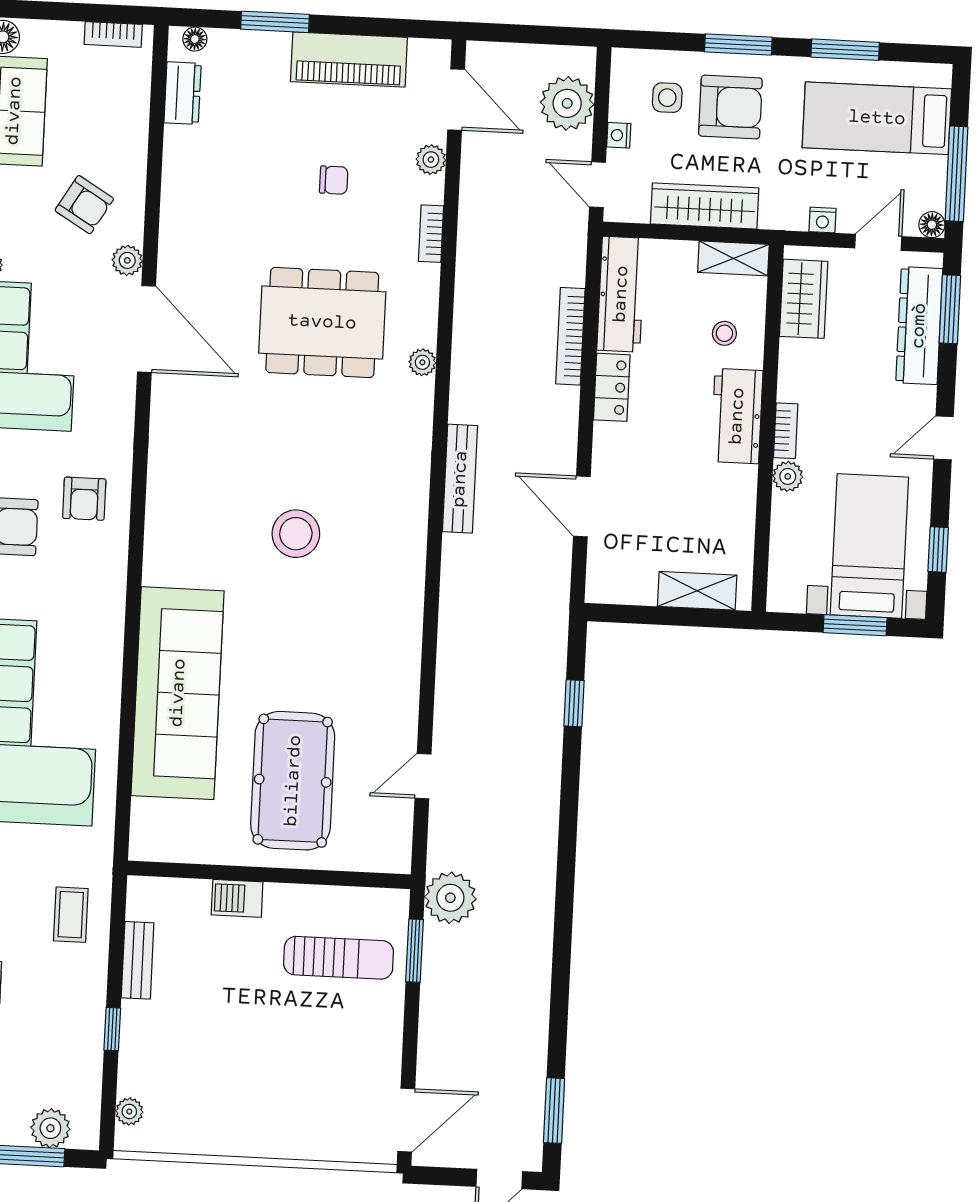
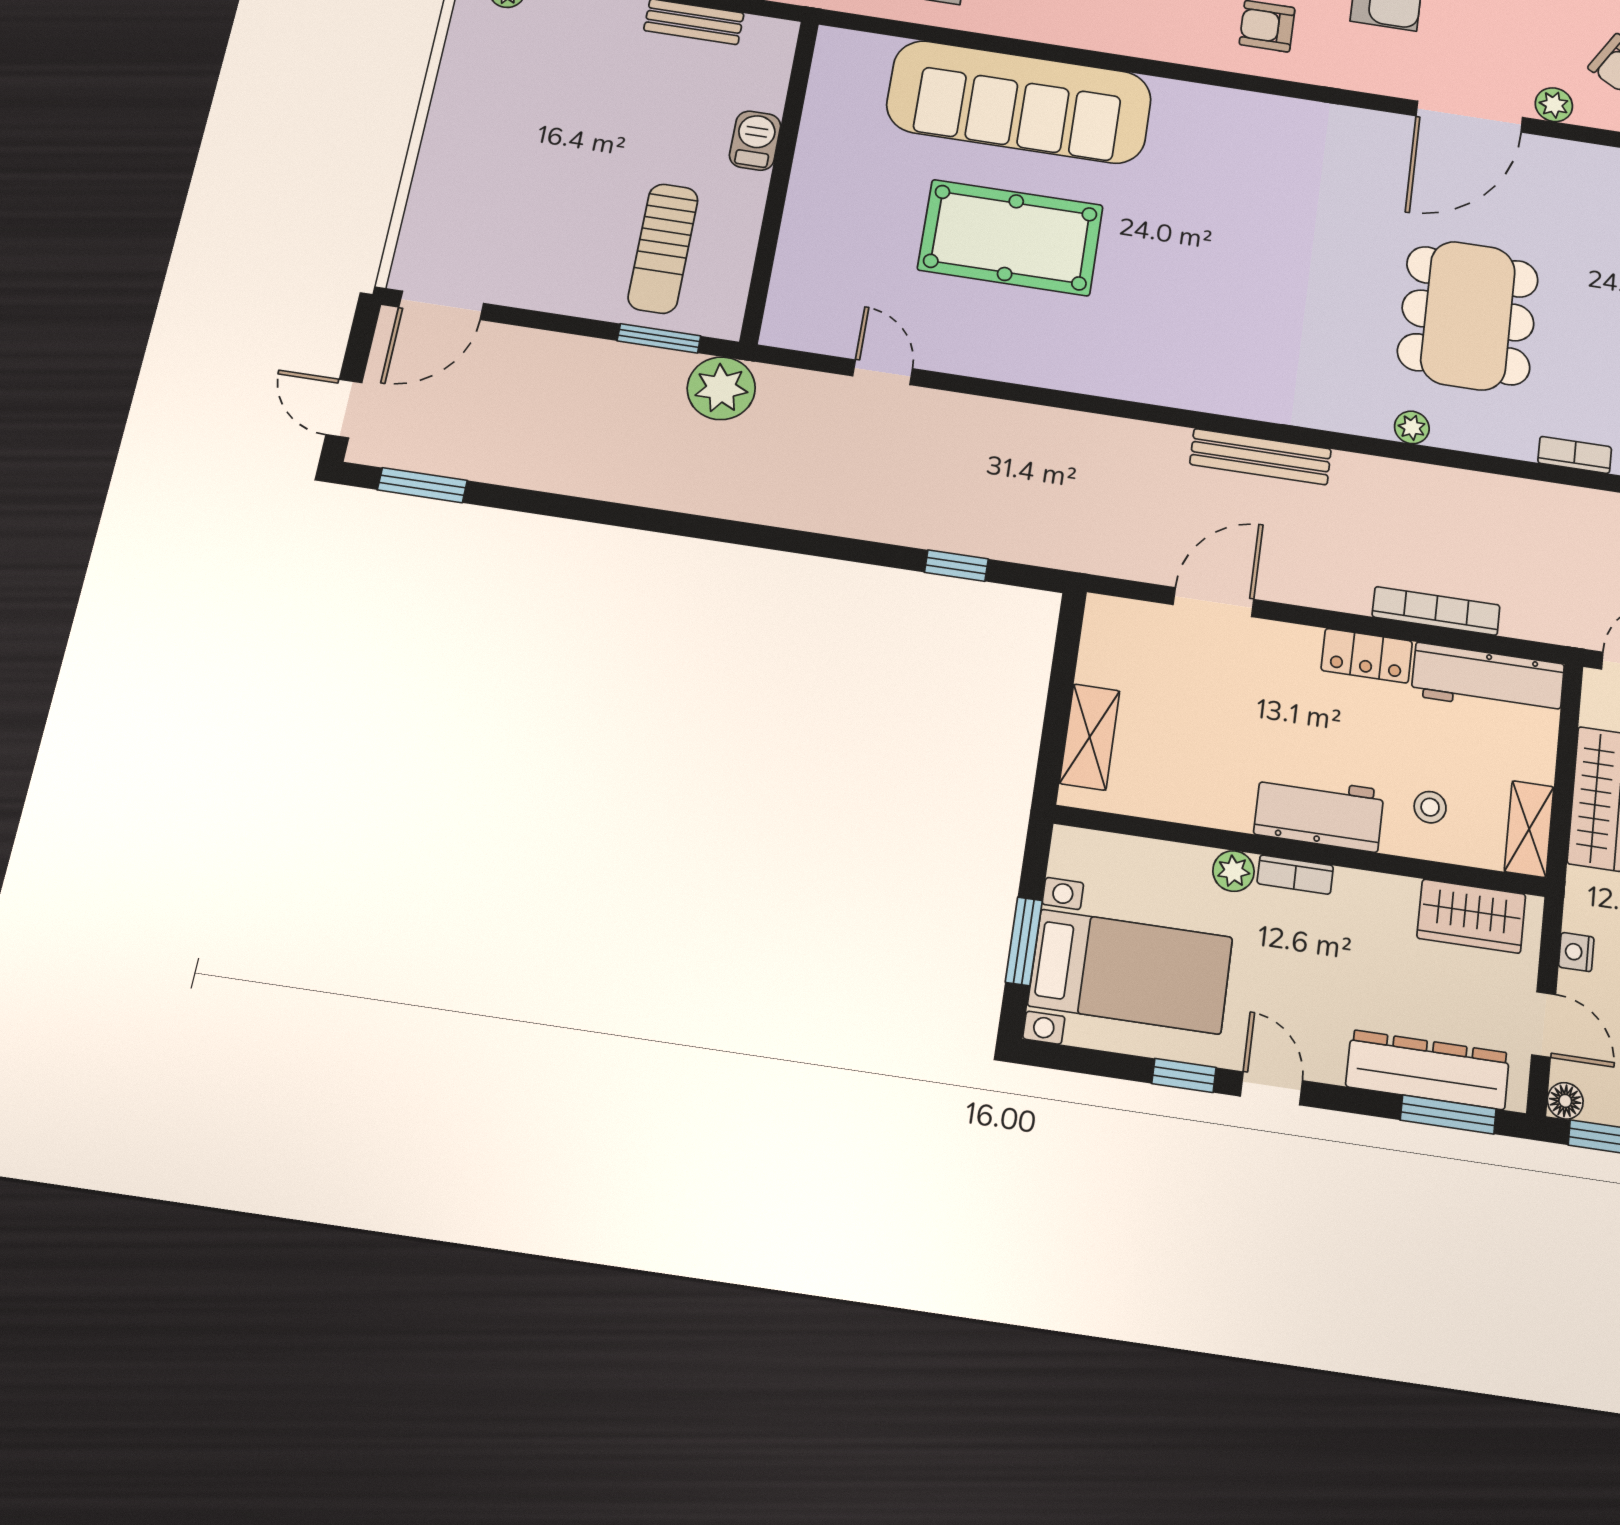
stool: (296, 534) -> (1205, 257), removed
window: (938, 549) -> (1184, 1075), moved
pool table: (293, 781) -> (1010, 238), moved
door: (406, 1120) -> (441, 305), hinge flipped

